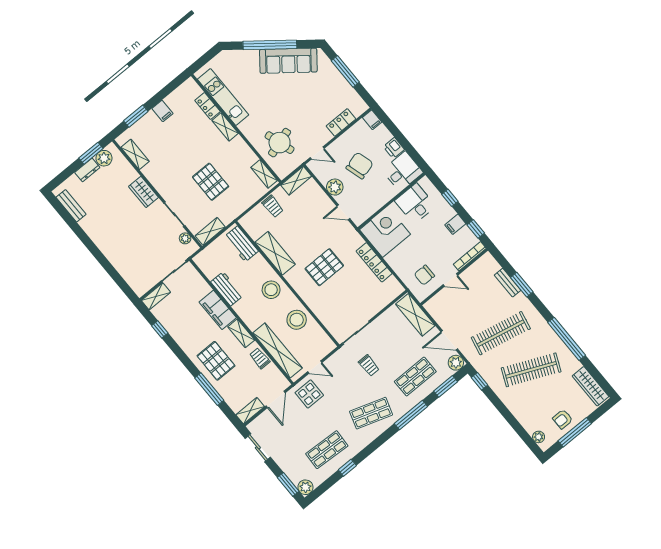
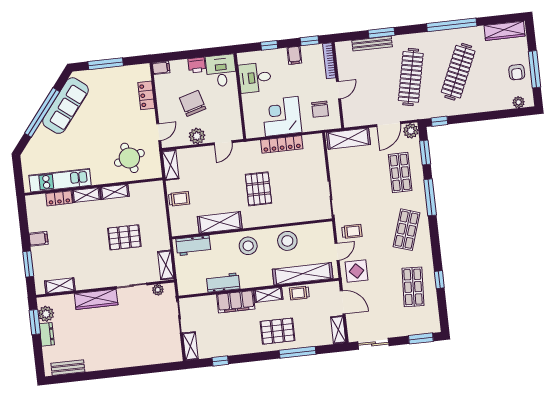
shelving: (264, 174) -> (115, 192), moved
wardrobe: (143, 192) -> (96, 299), width x1.50
corner desk: (385, 232) -> (282, 116), moved
bench: (508, 283) -> (372, 44), width x1.36
trolley: (369, 365) -> (352, 231), moved
plant: (305, 487) -> (433, 325), removed

